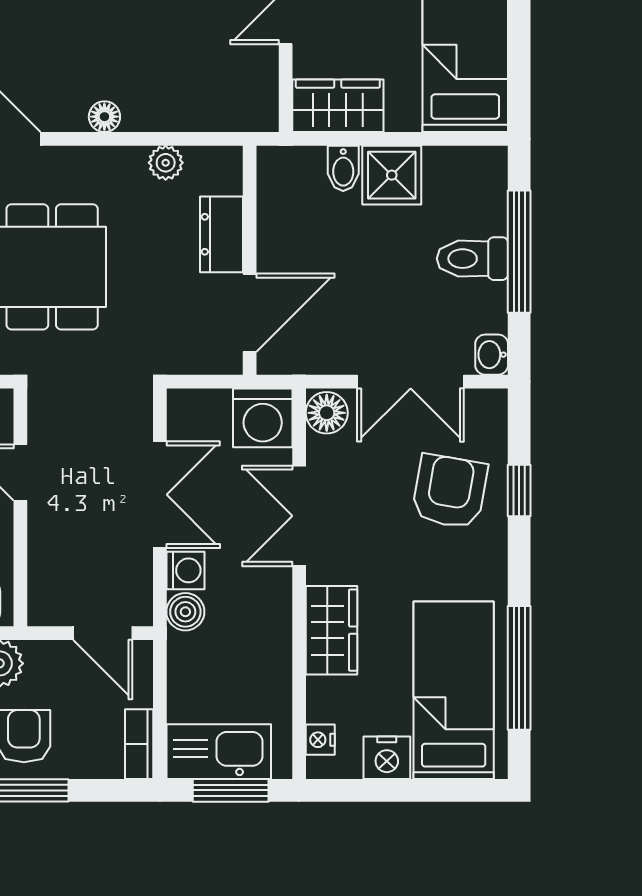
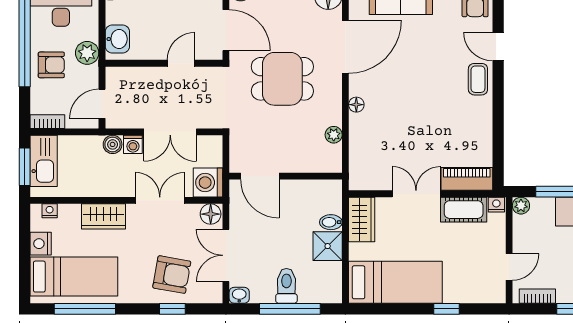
dresser: (222, 234) -> (298, 162), removed

